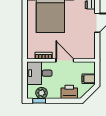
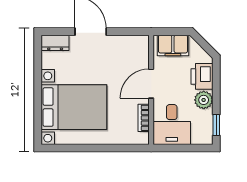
filing cabinet: (89, 79) -> (173, 46), width x2.00
plant: (42, 93) -> (204, 100), moved

